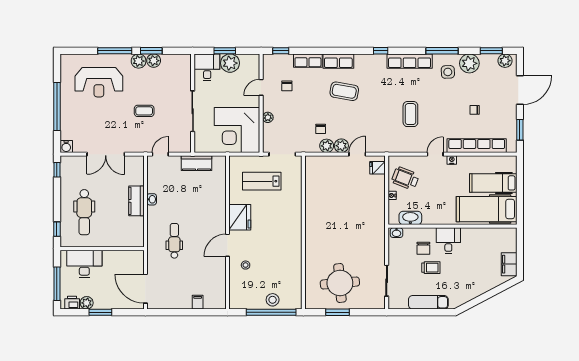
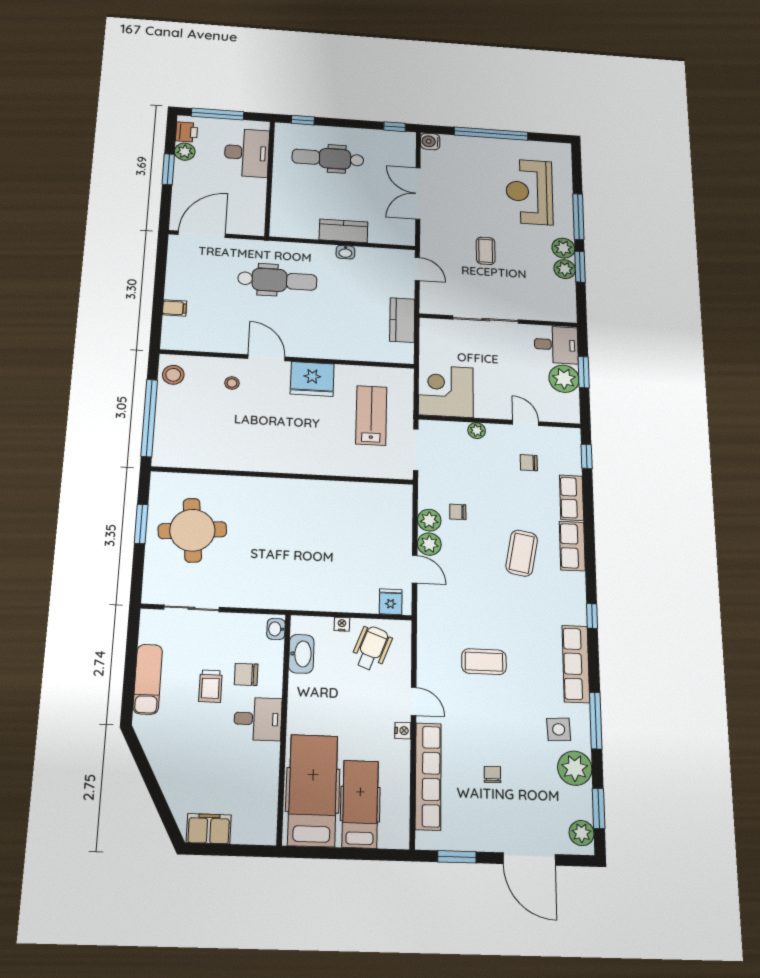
corner desk: (237, 130) -> (446, 391), width x0.74, depth x0.74
dental chair: (174, 241) -> (277, 280), width x1.36, depth x1.38
stool: (273, 300) -> (173, 375), moved

